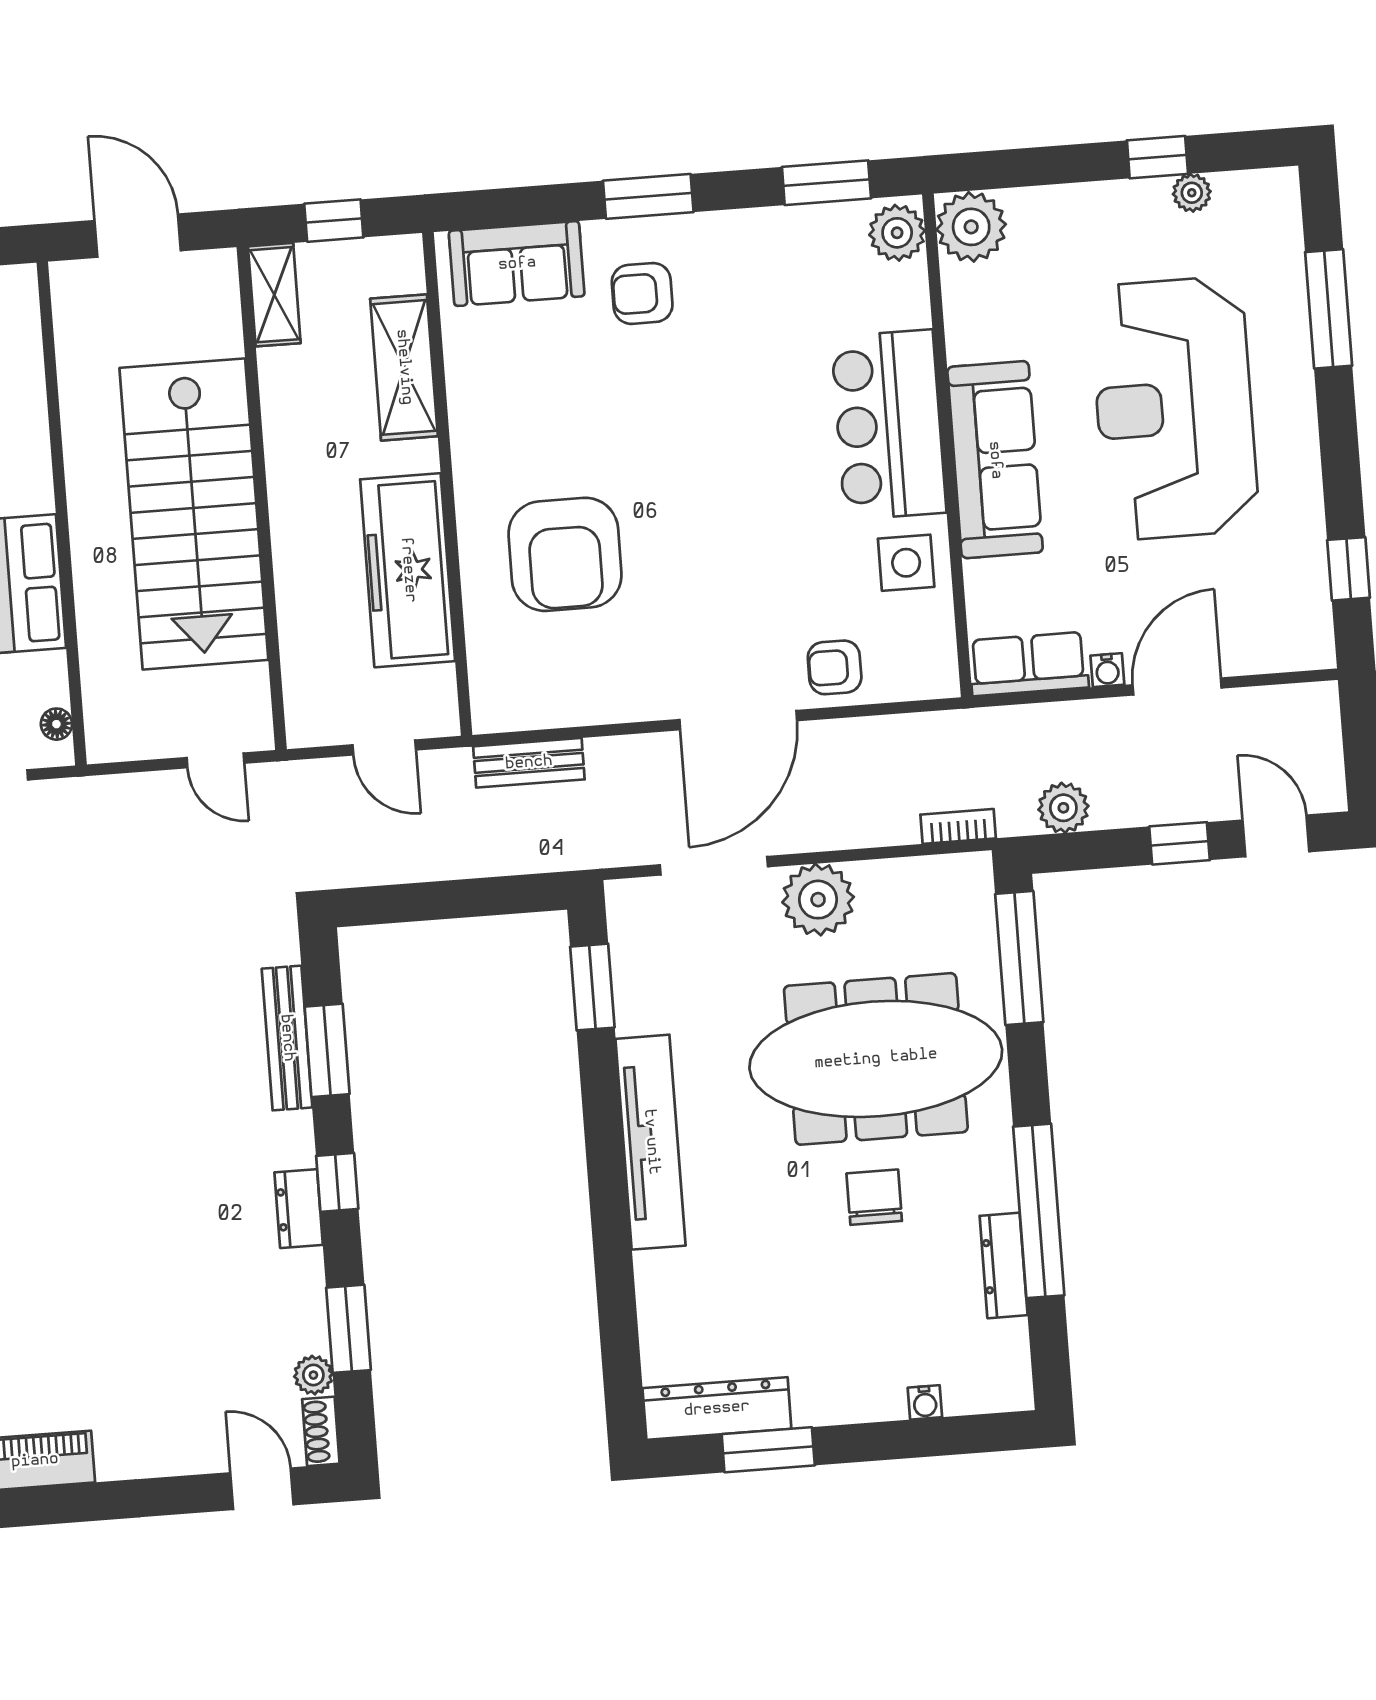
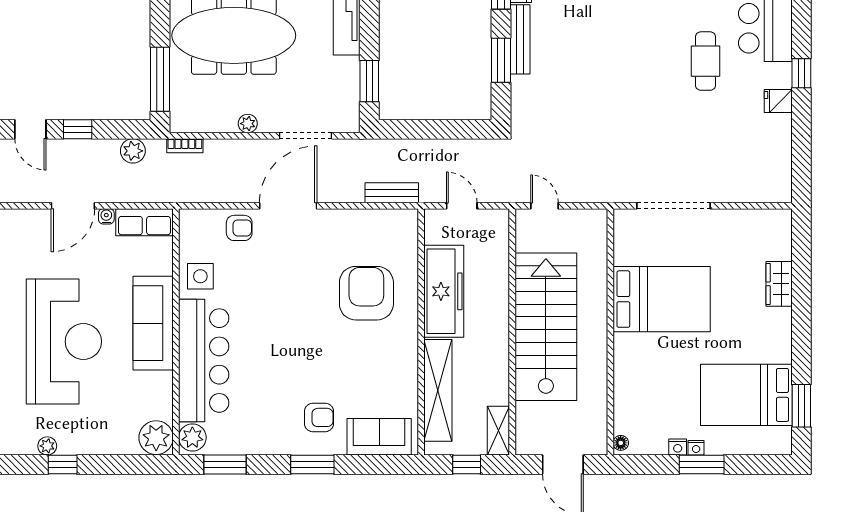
shelving: (404, 367) -> (438, 390), width x1.47
bar counter: (889, 425) -> (204, 361), width x1.36
floor lamp: (56, 724) -> (621, 443), moved
plant: (818, 900) -> (248, 124), width x0.53, depth x0.53
bench: (287, 1038) -> (520, 39), moved

